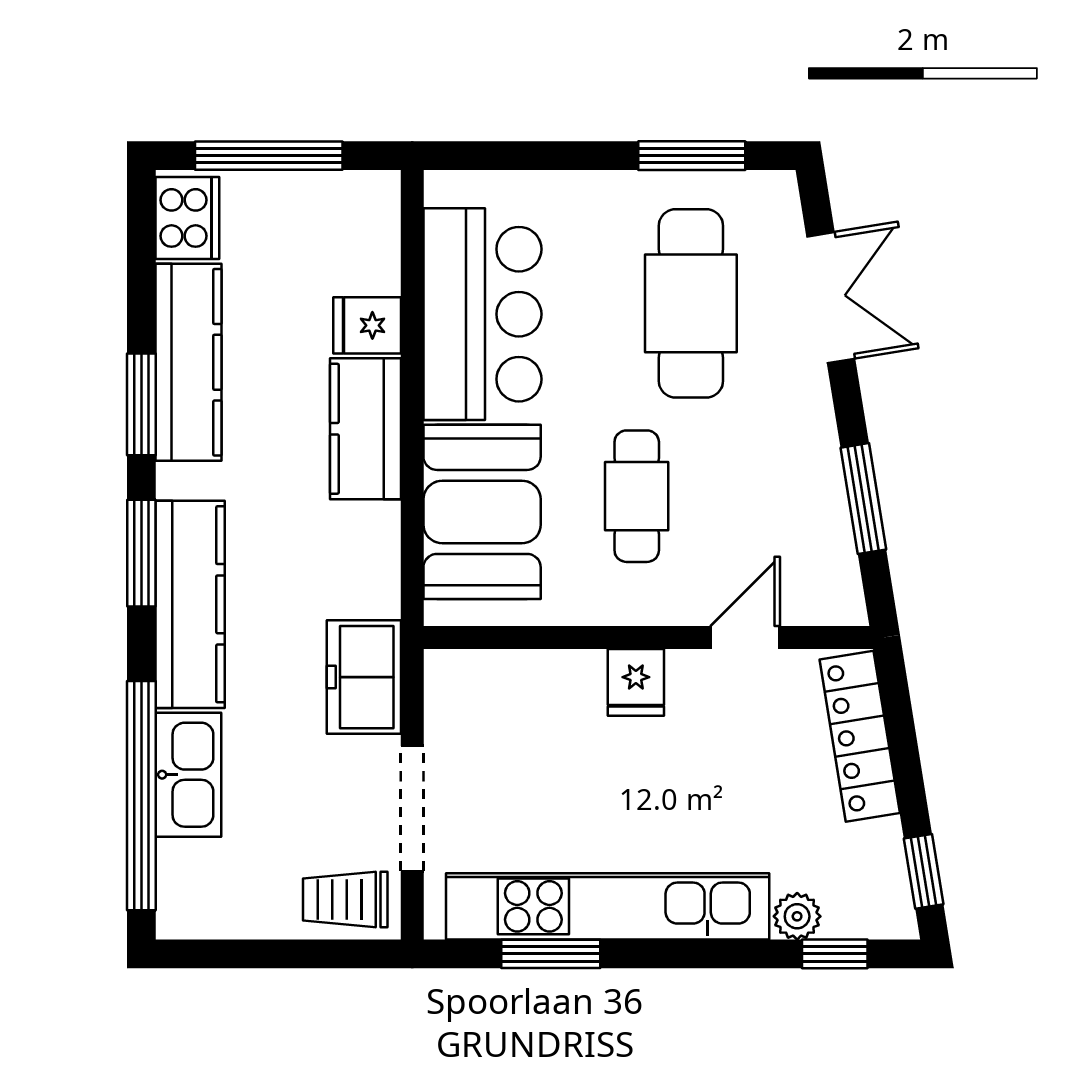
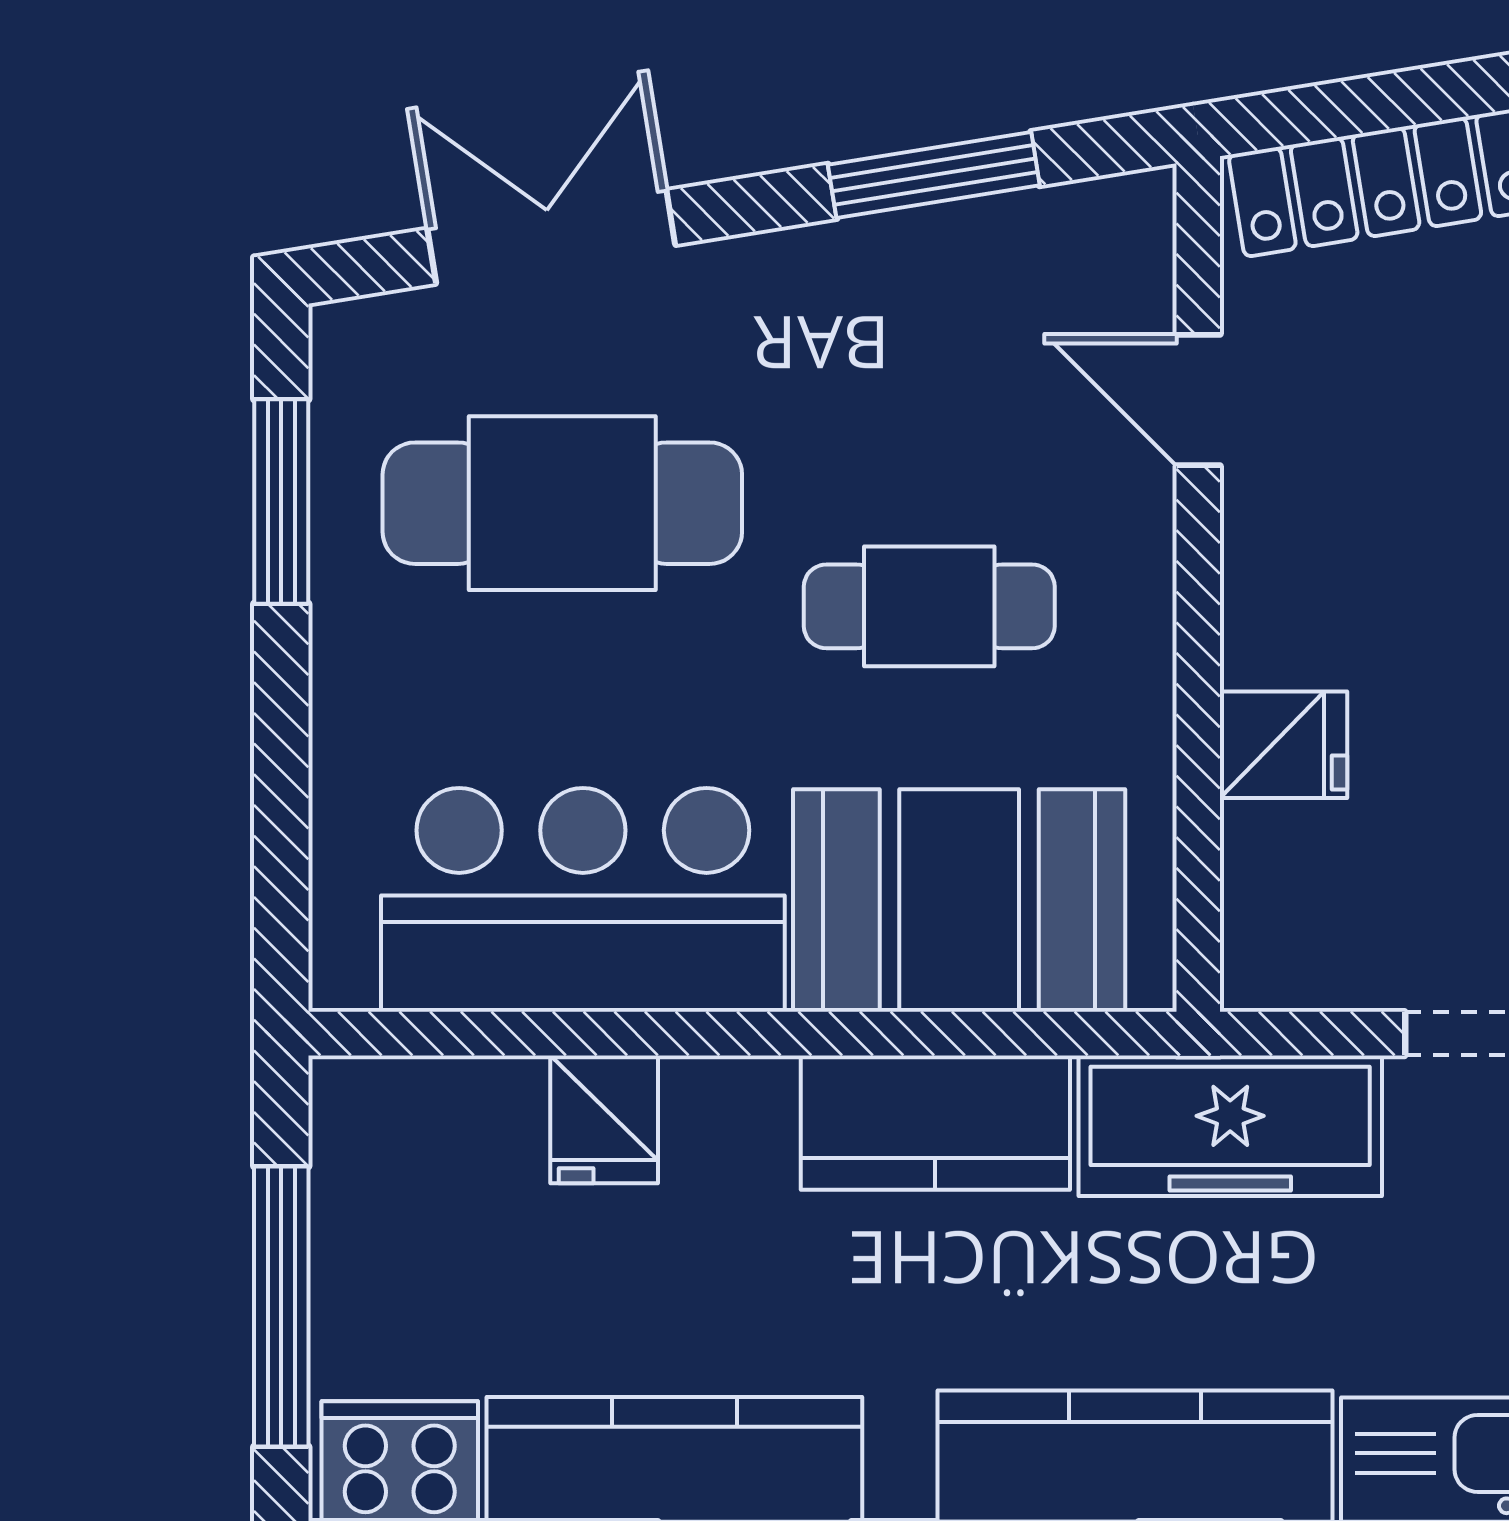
kitchen counter: (365, 429) -> (935, 1123), moved
freezer: (364, 677) -> (1230, 1126), width x1.40
fridge: (636, 682) -> (1284, 745), moved

